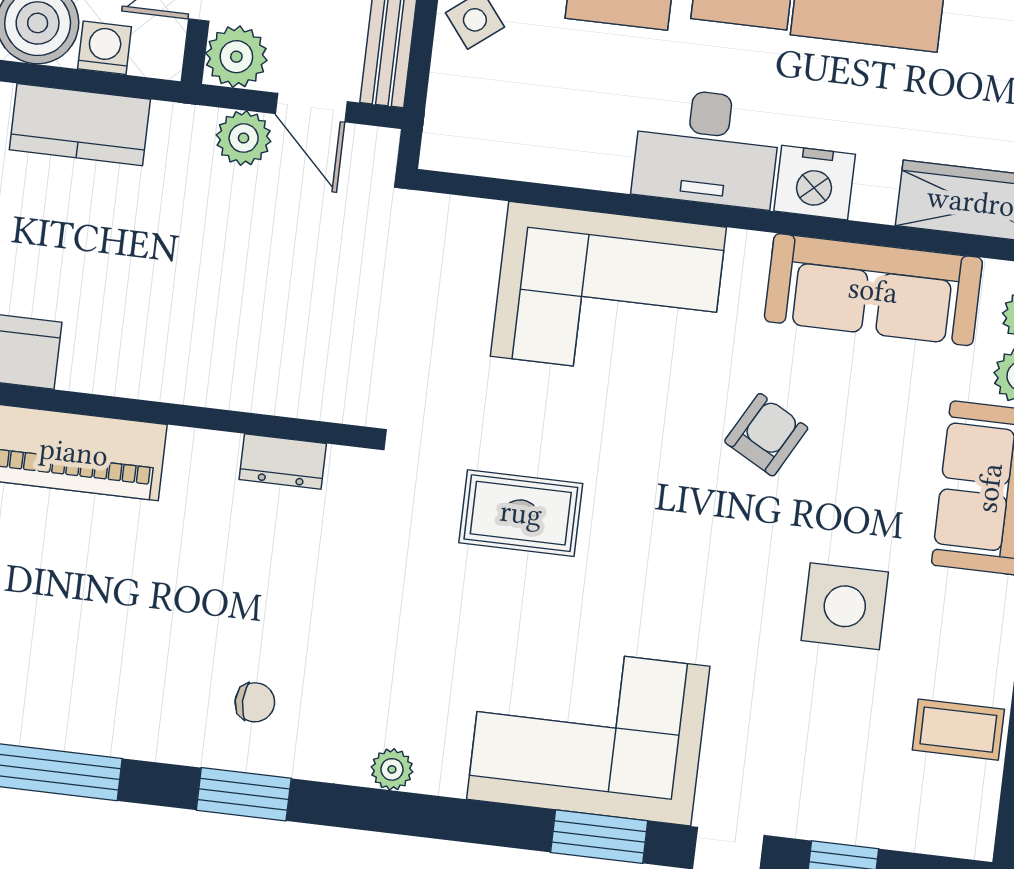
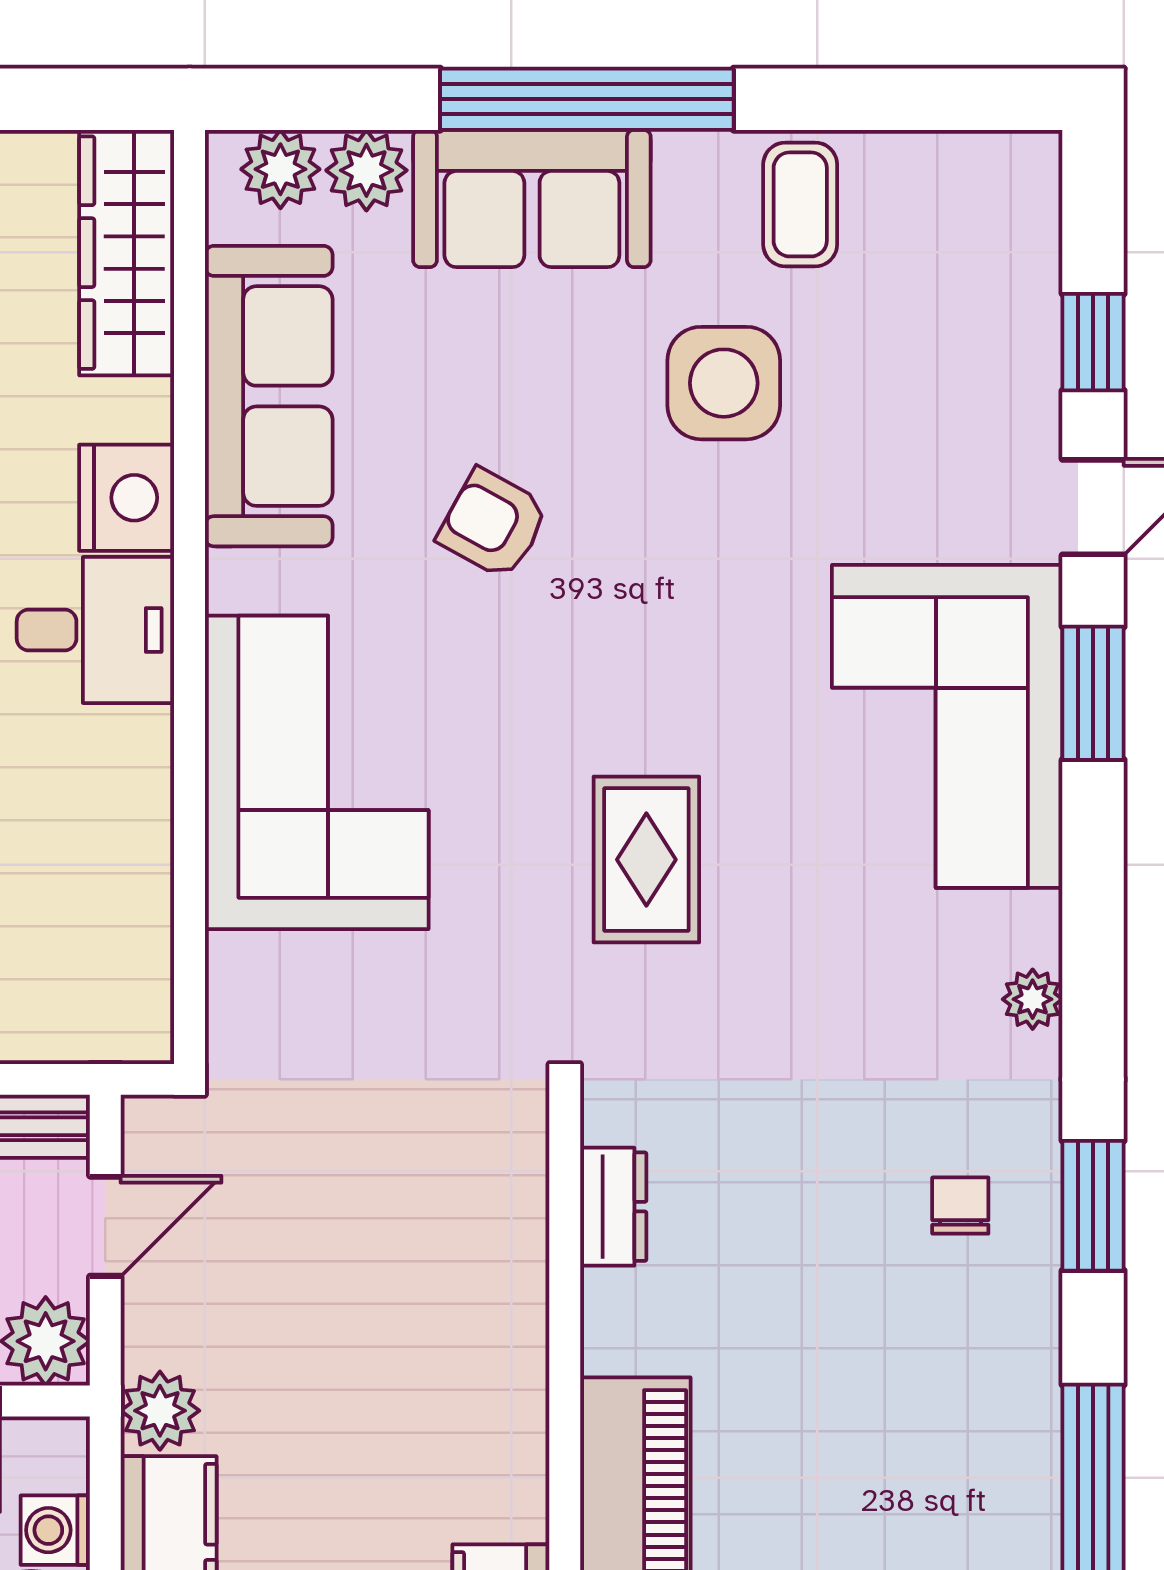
plant: (244, 138) -> (160, 1411), moved
desk: (707, 148) -> (95, 630), width x0.73
coffee table: (958, 730) -> (800, 204), moved

